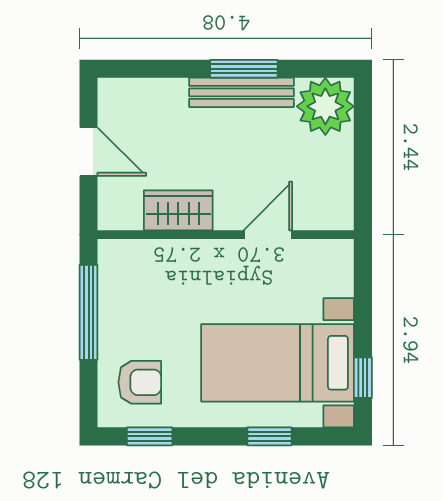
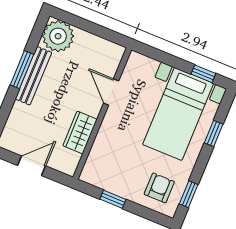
window: (89, 312) -> (113, 199), width x0.46

